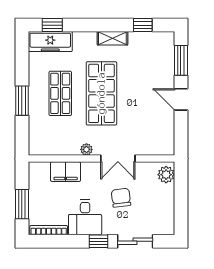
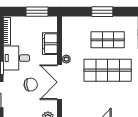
double door: (118, 159) -> (60, 82), width x1.37
window: (22, 204) -> (37, 12), moved

